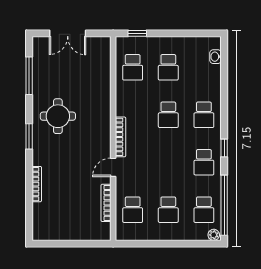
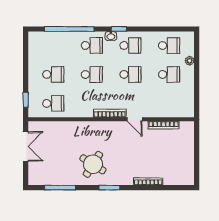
double door: (68, 33) -> (26, 146), moved
washbasin: (216, 57) -> (111, 36), moved
round table: (58, 116) -> (93, 164), turned 32
window: (224, 205) -> (69, 29), moved
school desk: (133, 210) -> (130, 74), moved
plant: (214, 235) -> (190, 61), moved

